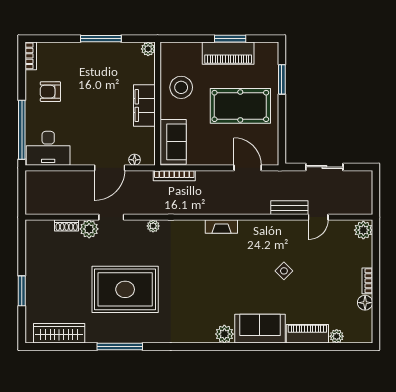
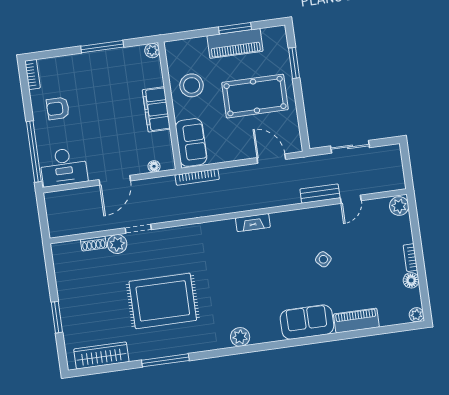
door: (110, 168) -> (115, 180), moved
plant: (153, 226) -> (183, 232), removed
plant: (224, 334) -> (240, 337), moved
plant: (337, 336) -> (417, 315), moved

